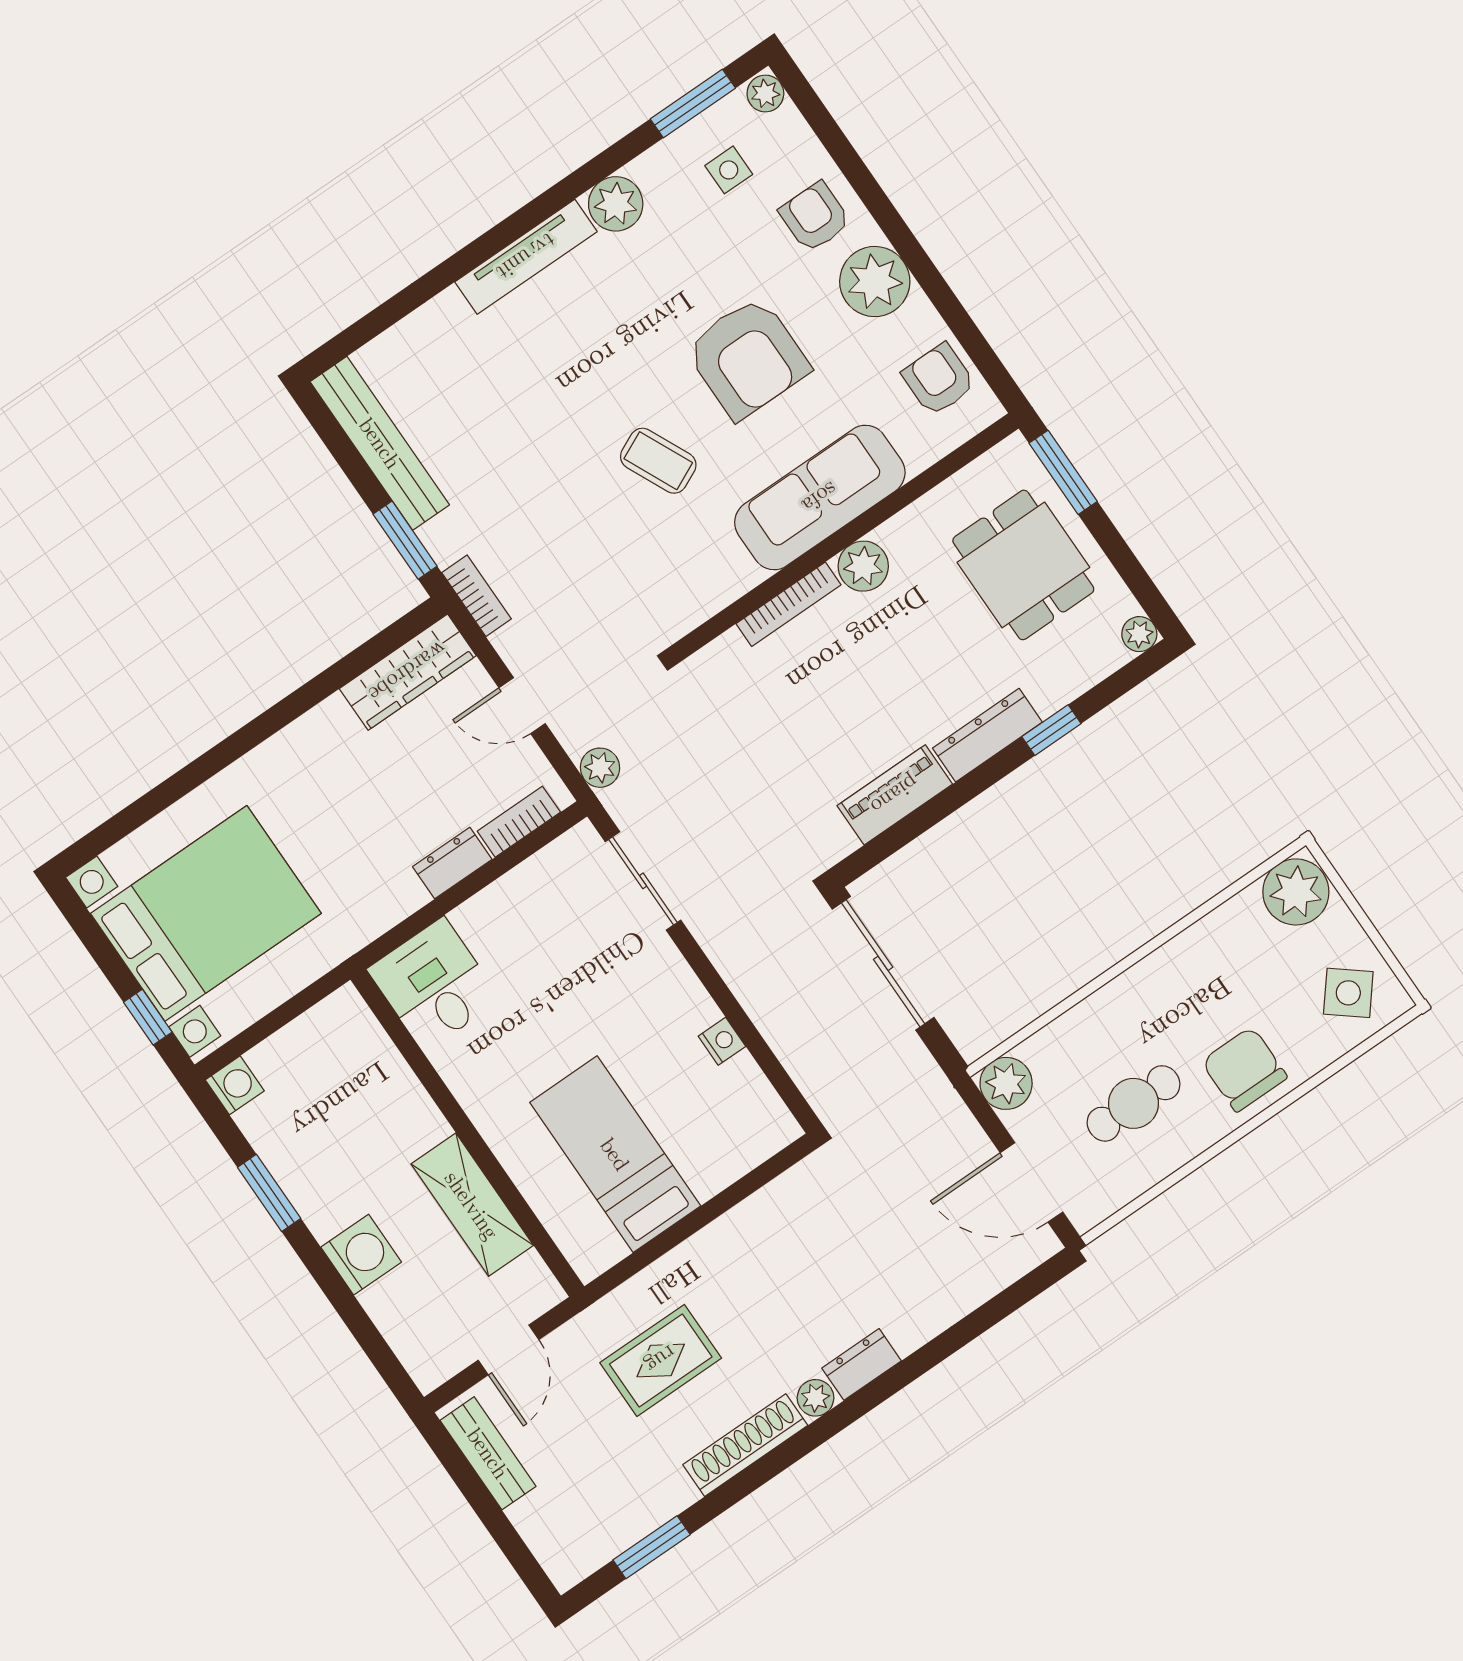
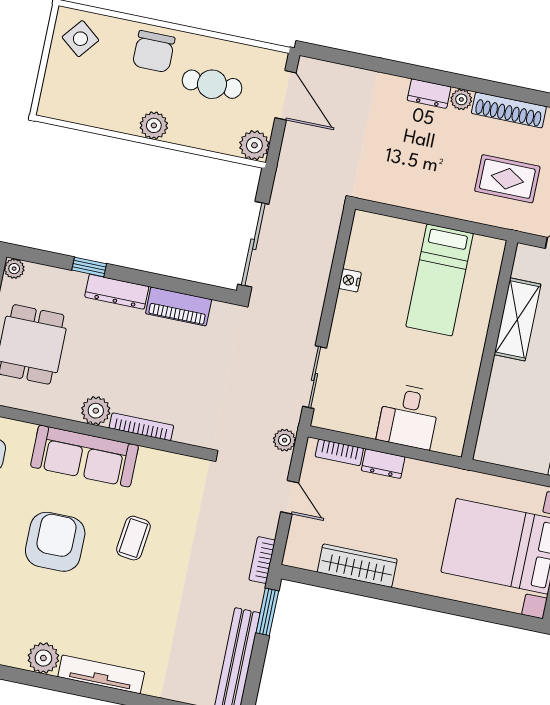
coffee table: (658, 461) -> (133, 538), turned 32
wardrobe: (408, 672) -> (357, 566), moved
plant: (1296, 892) -> (154, 125), moved, width x0.73, depth x0.73
desk: (434, 984) -> (409, 416), moved

